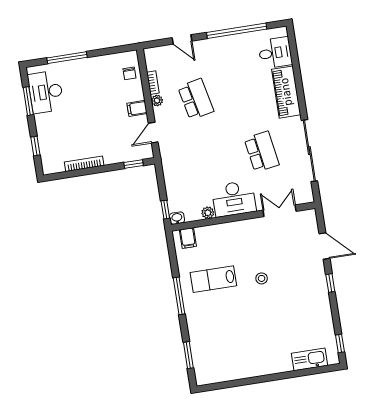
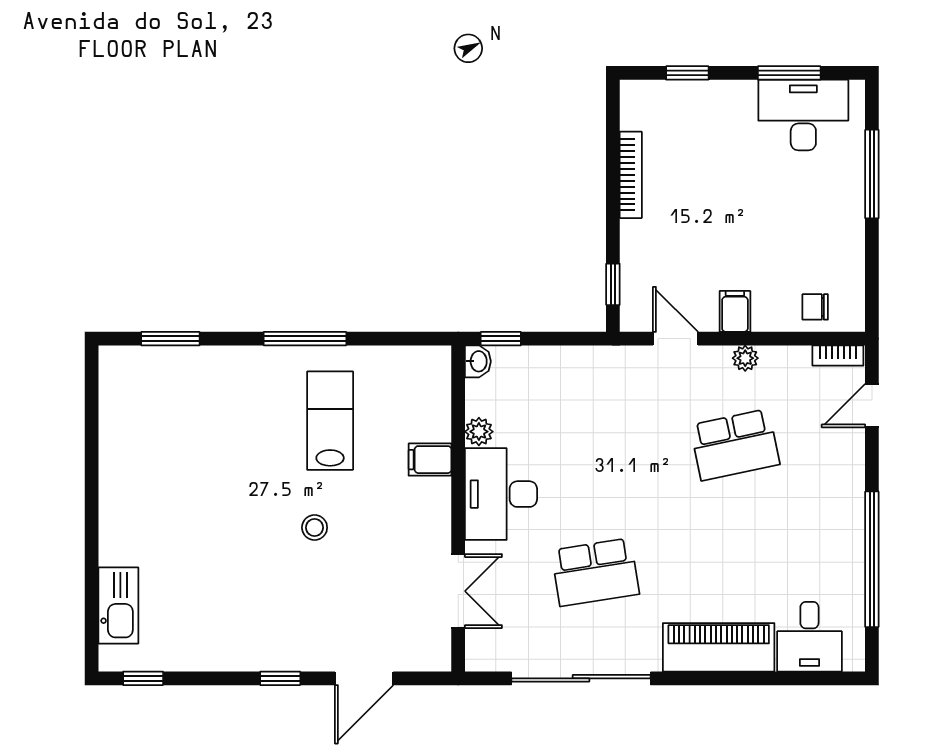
door: (182, 39) -> (872, 406), moved
bookcase: (153, 83) -> (838, 356), moved
filing cabinet: (188, 238) -> (430, 460), moved

